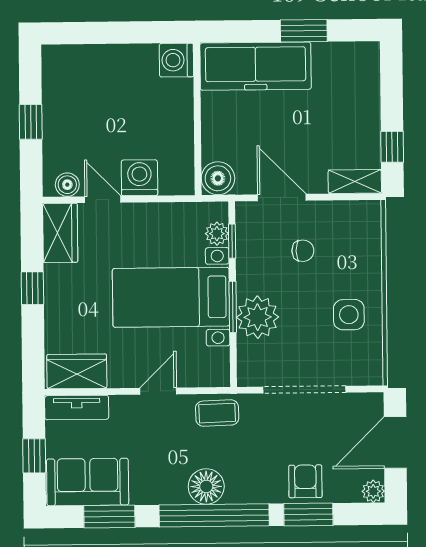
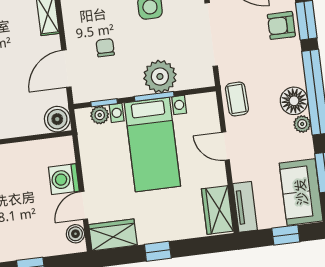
plant: (175, 494) -> (302, 124), added

